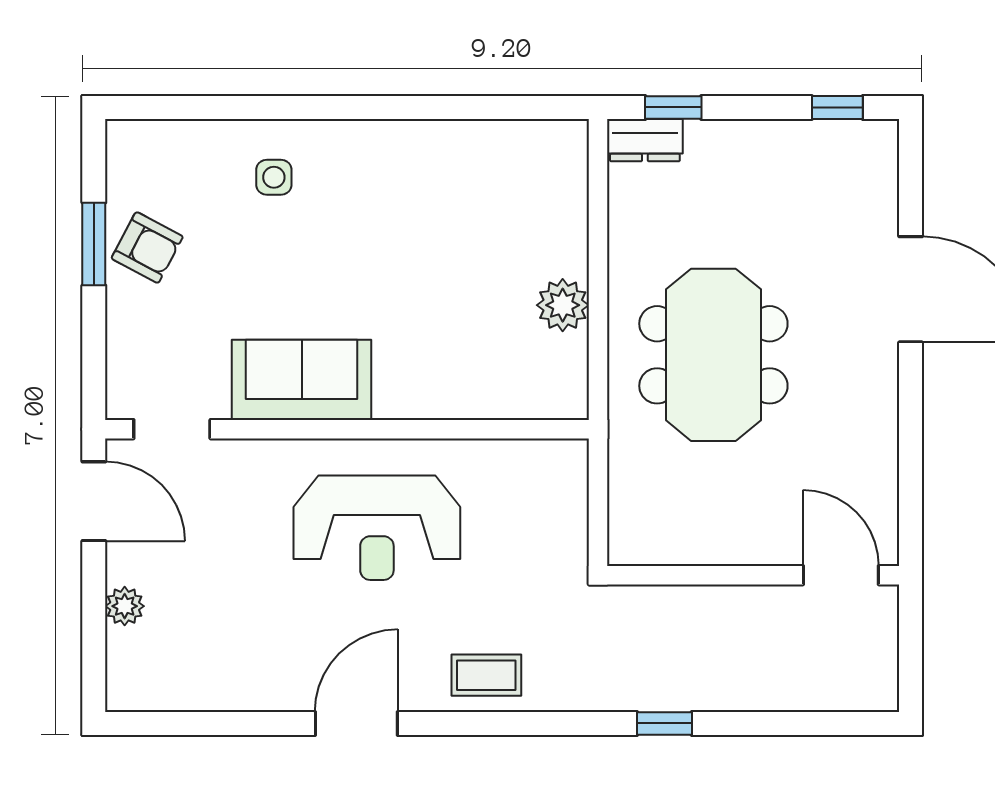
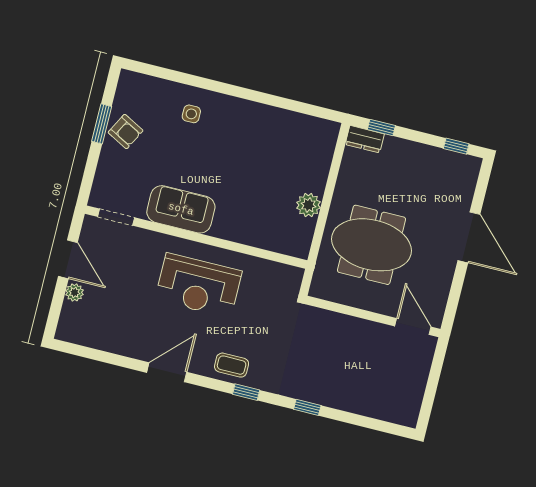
meeting table: (713, 355) -> (372, 245), turned 90
door: (94, 501) -> (68, 259), moved
wall: (753, 575) -> (373, 317), moved
door: (841, 575) -> (413, 327), moved
window: (530, 723) -> (246, 392), added

